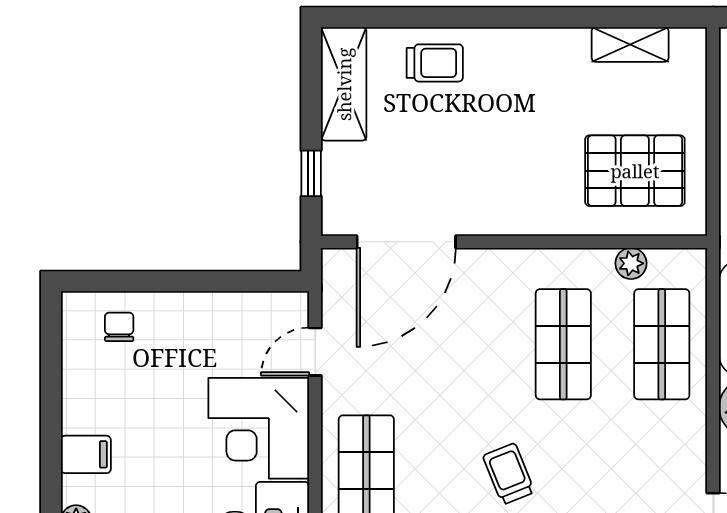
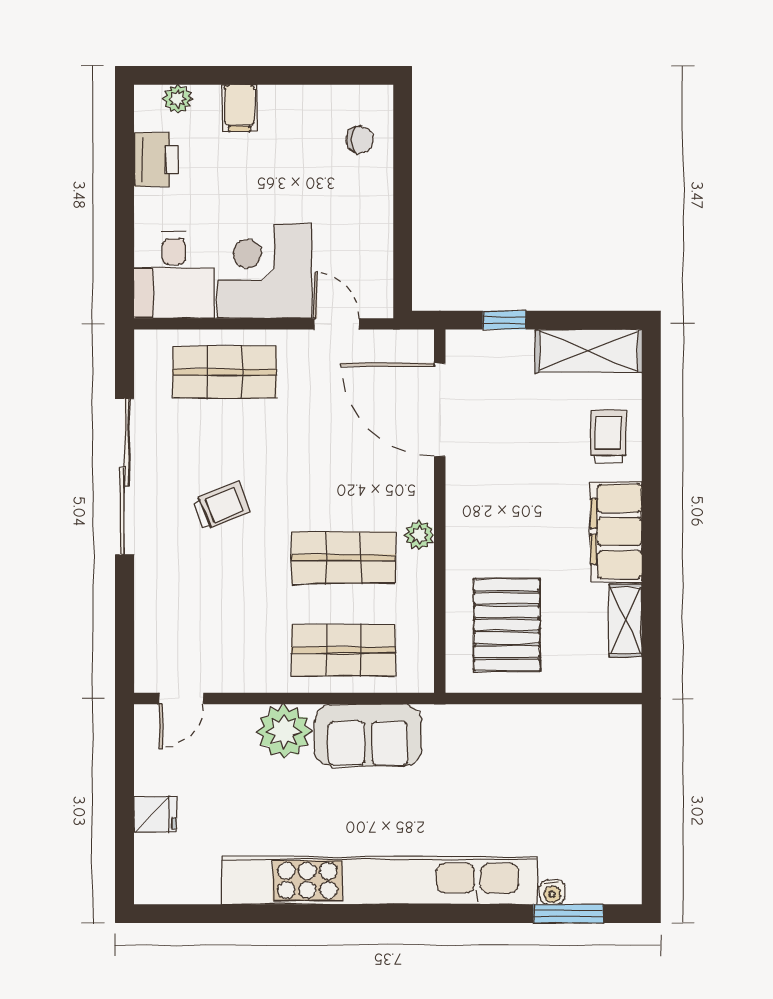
filing cabinet: (536, 54) -> (616, 531), added
trolley: (435, 63) -> (608, 436), turned 180
plant: (631, 263) -> (420, 535), moved

